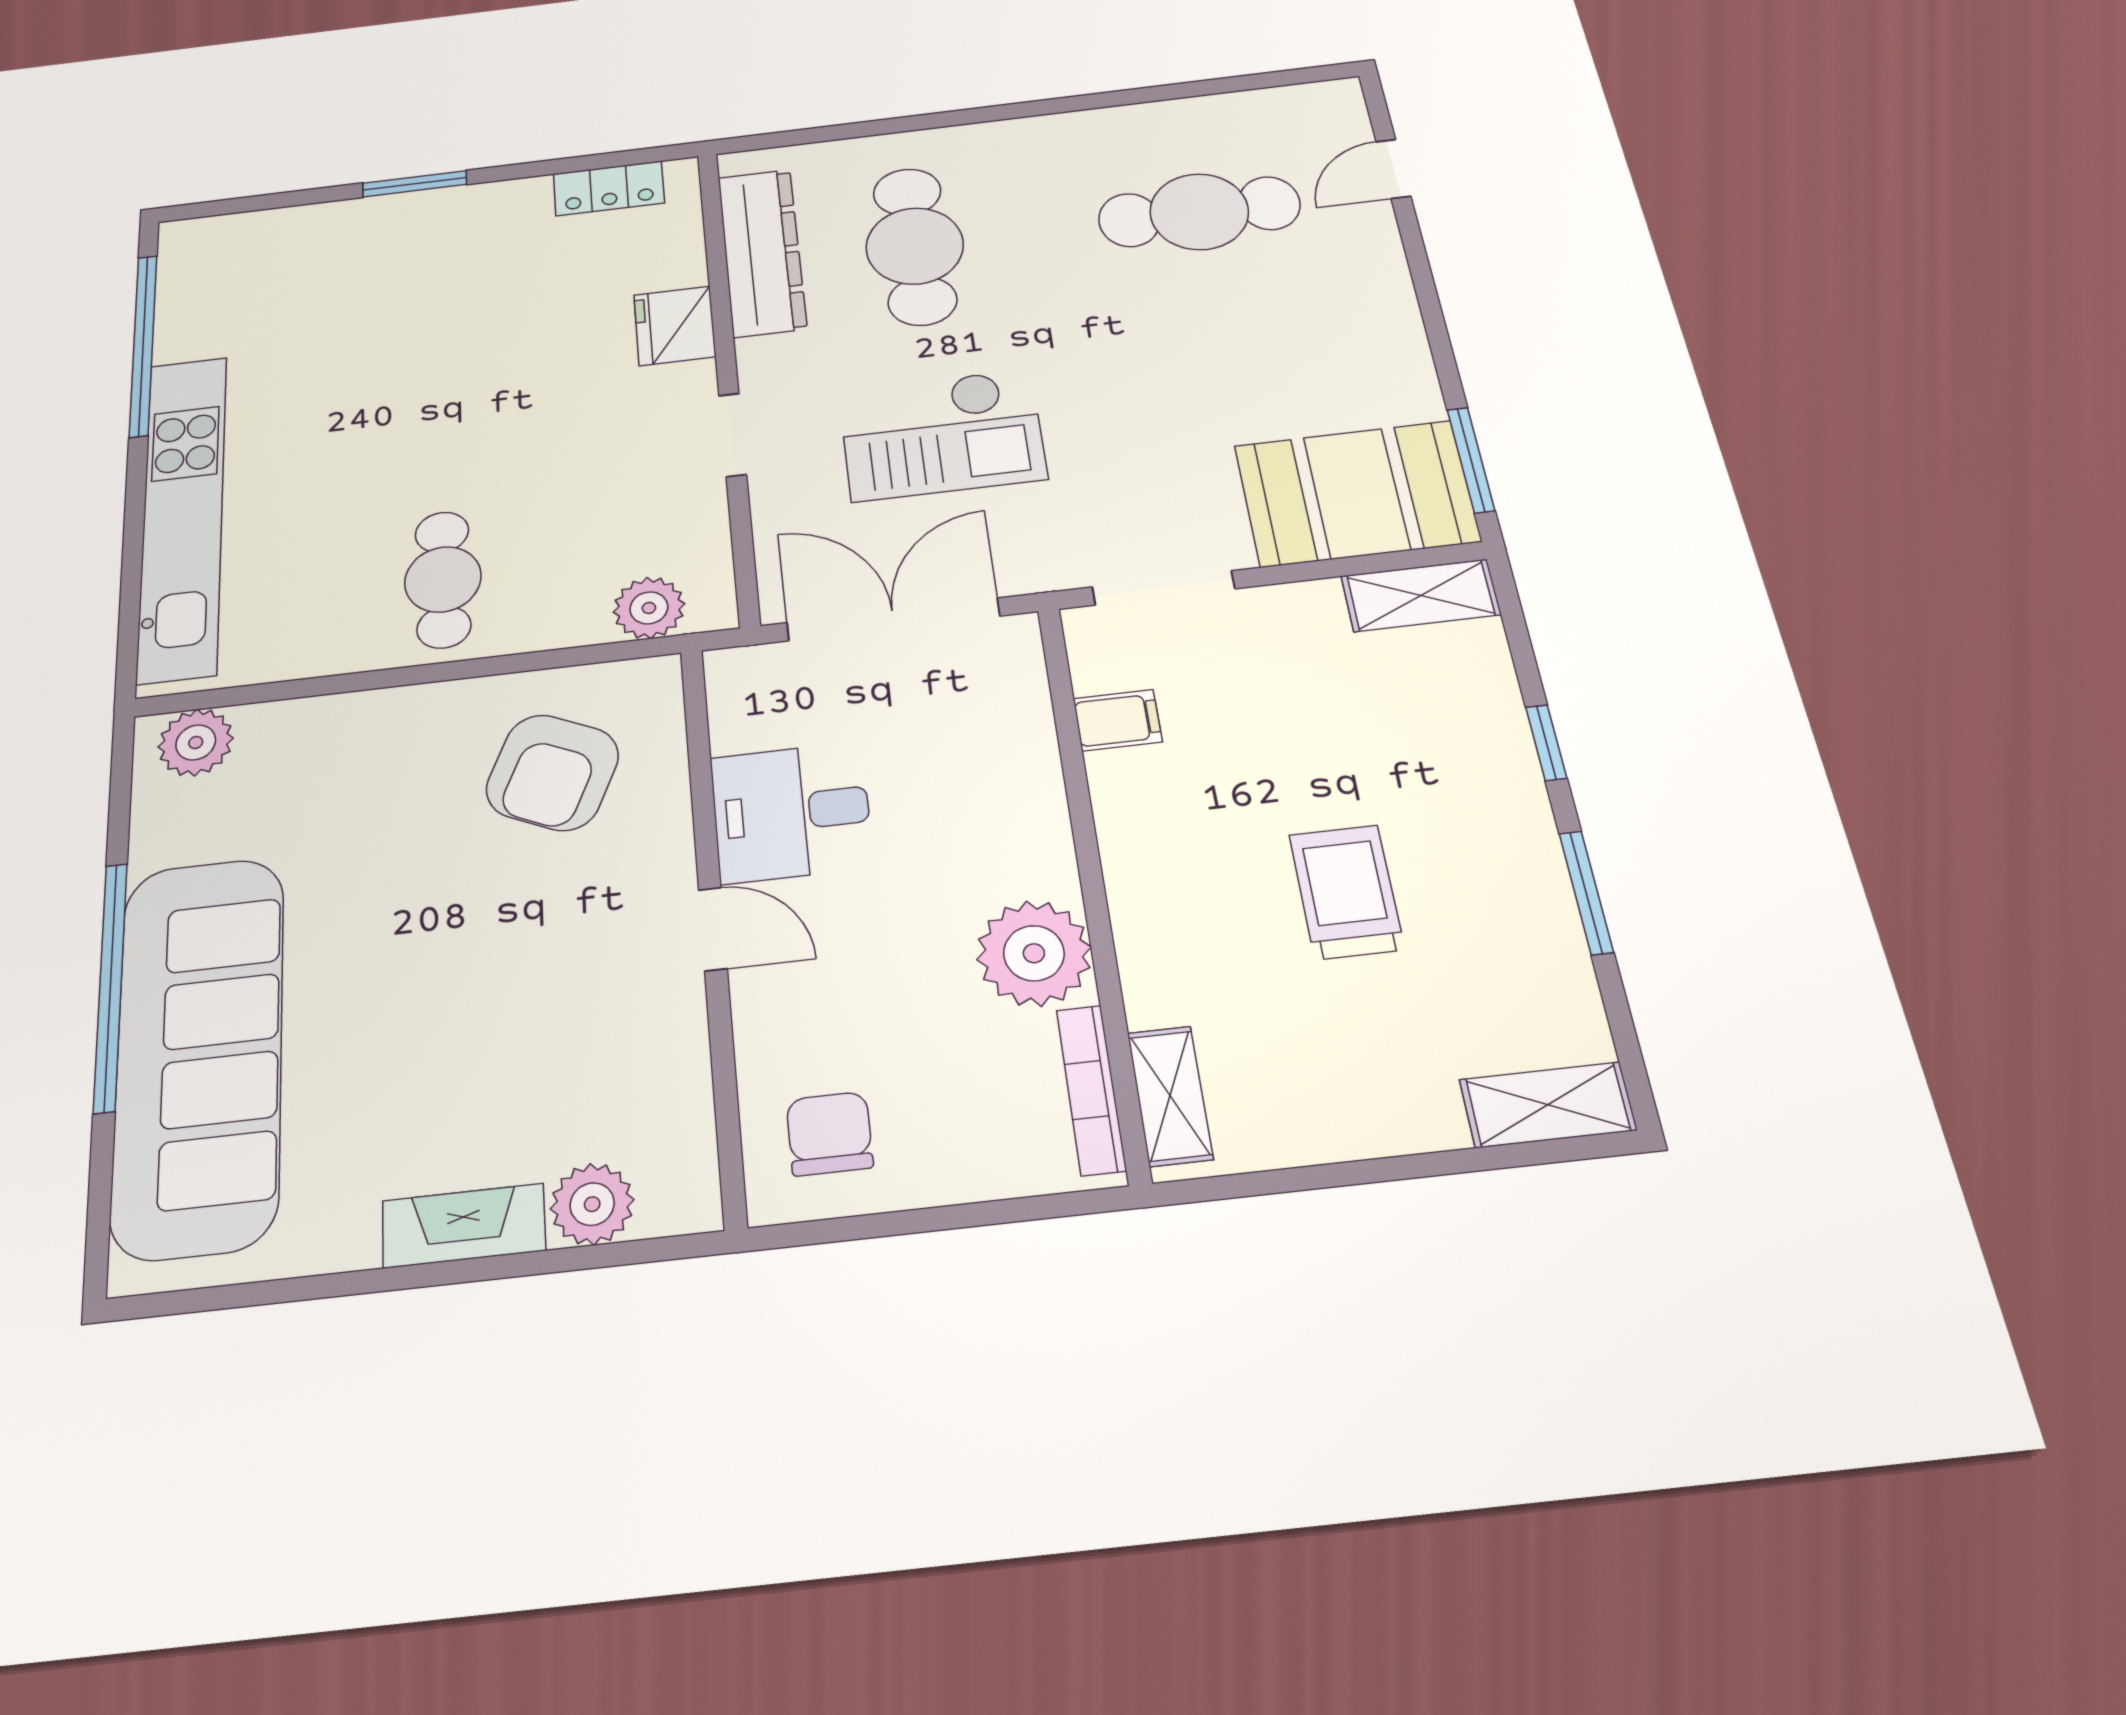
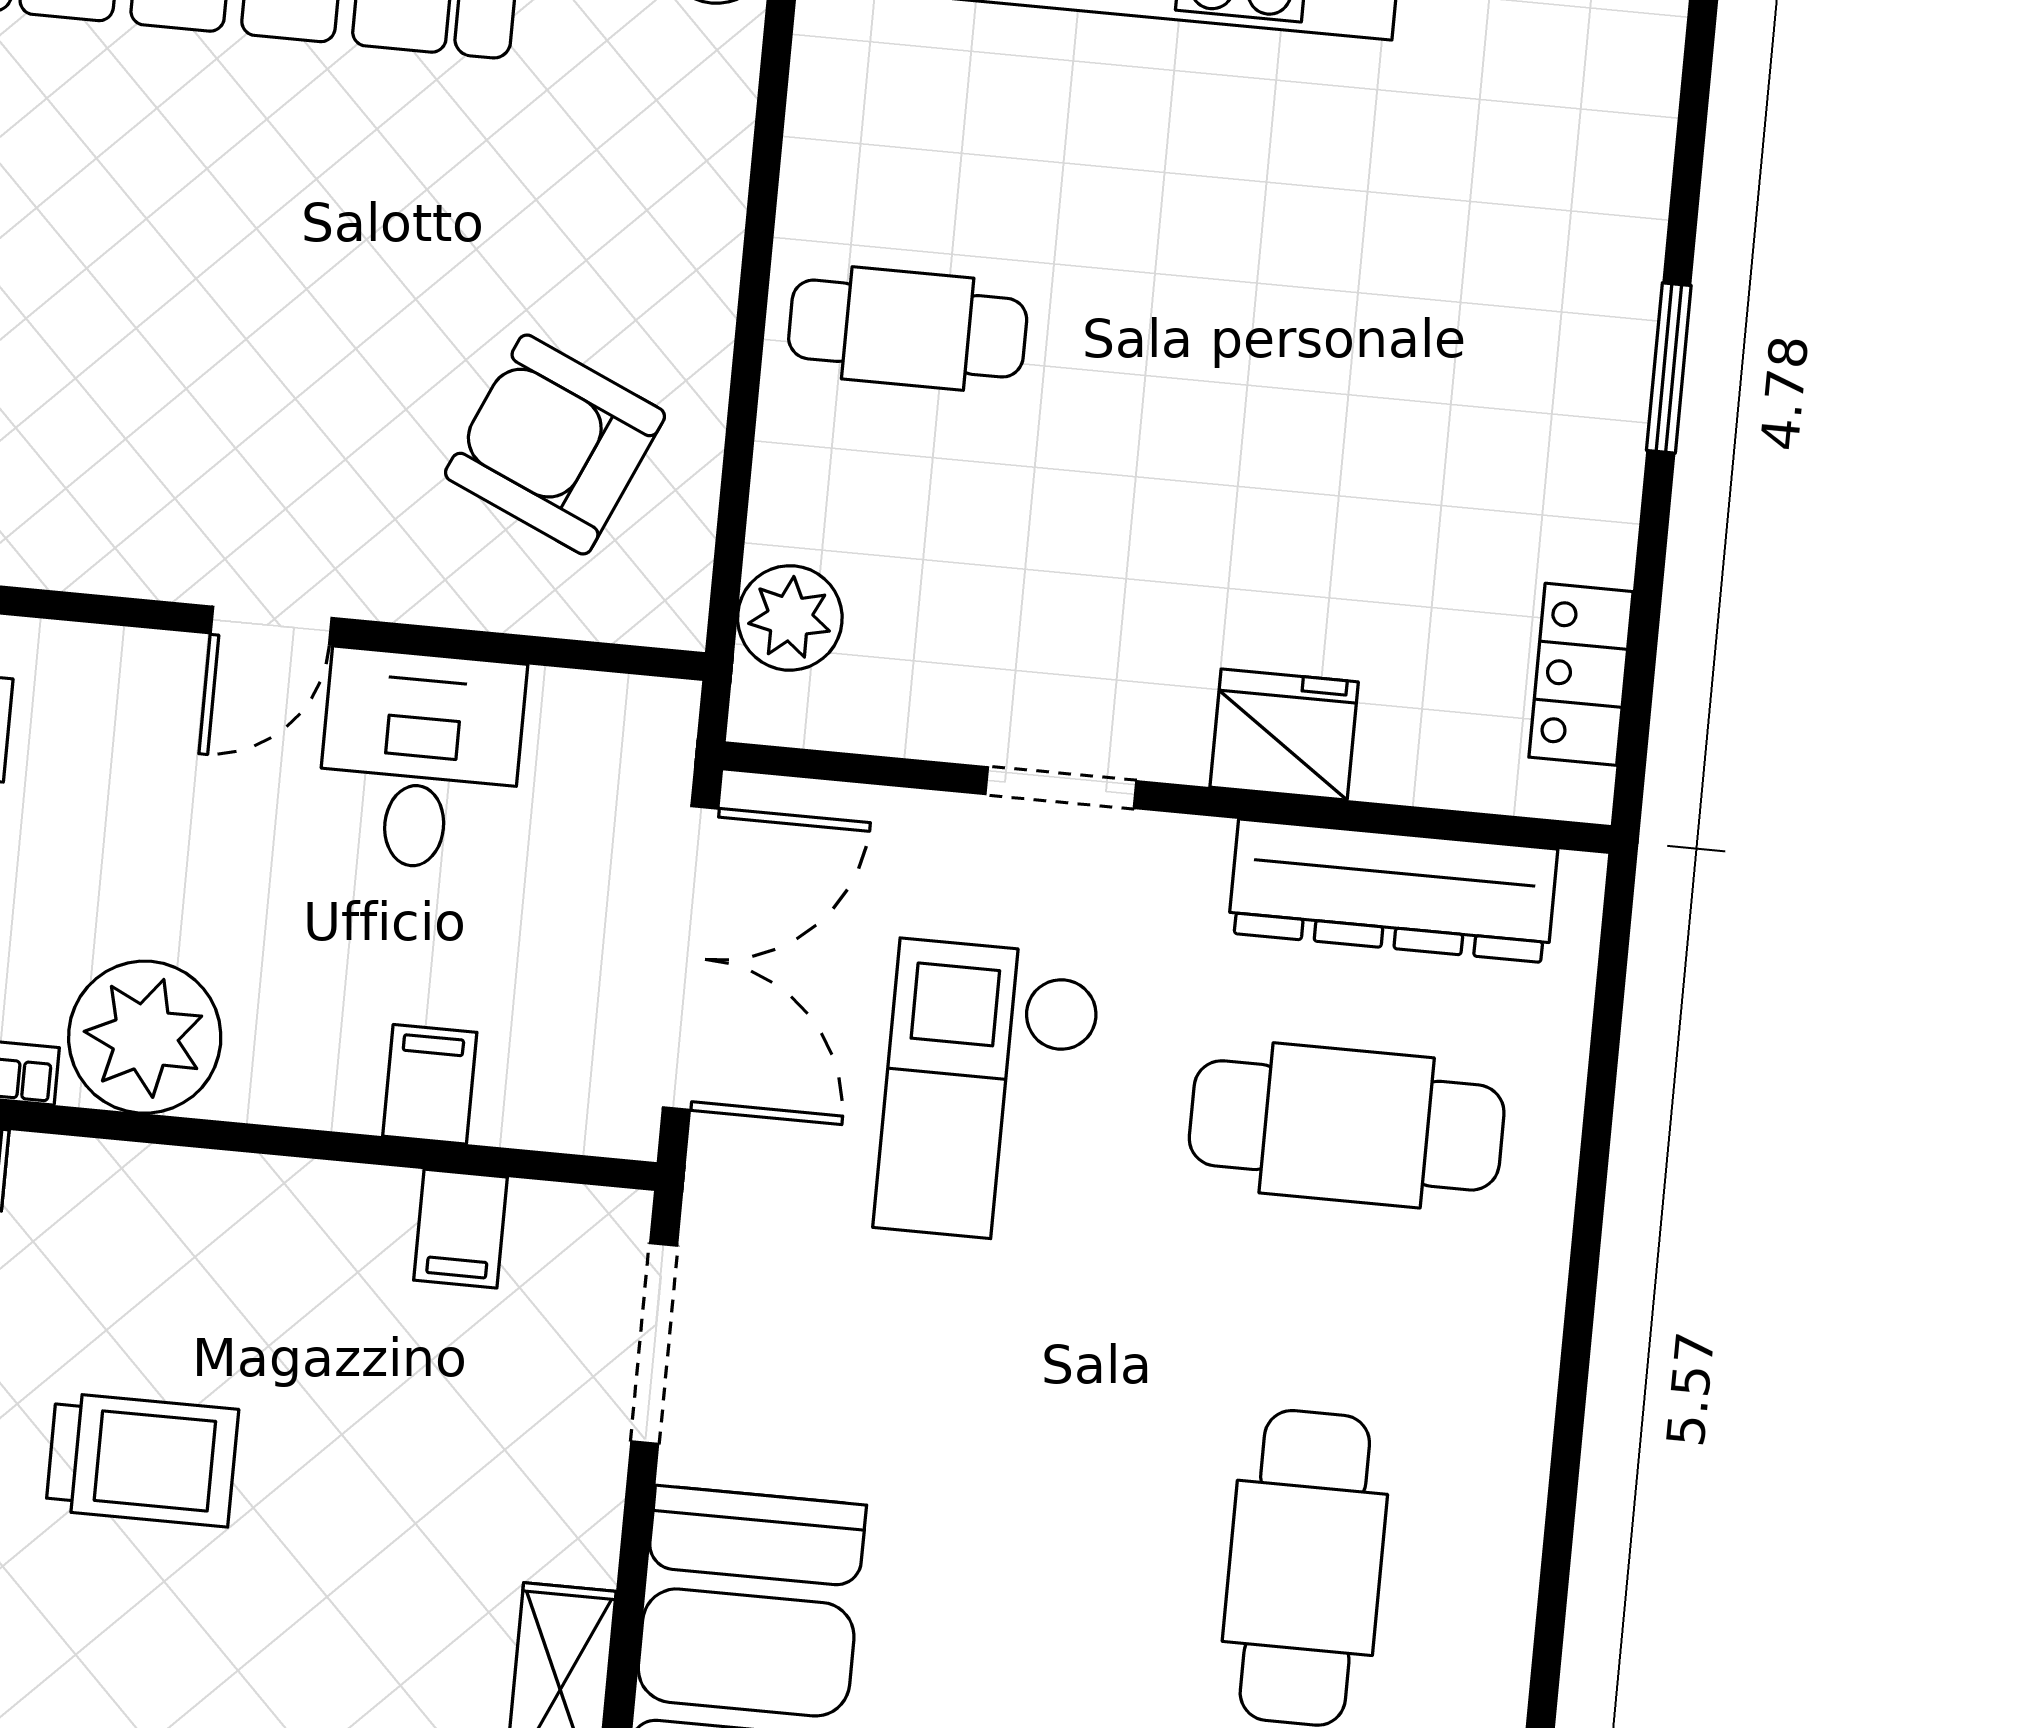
filing cabinet: (1021, 760) -> (430, 1084), added

